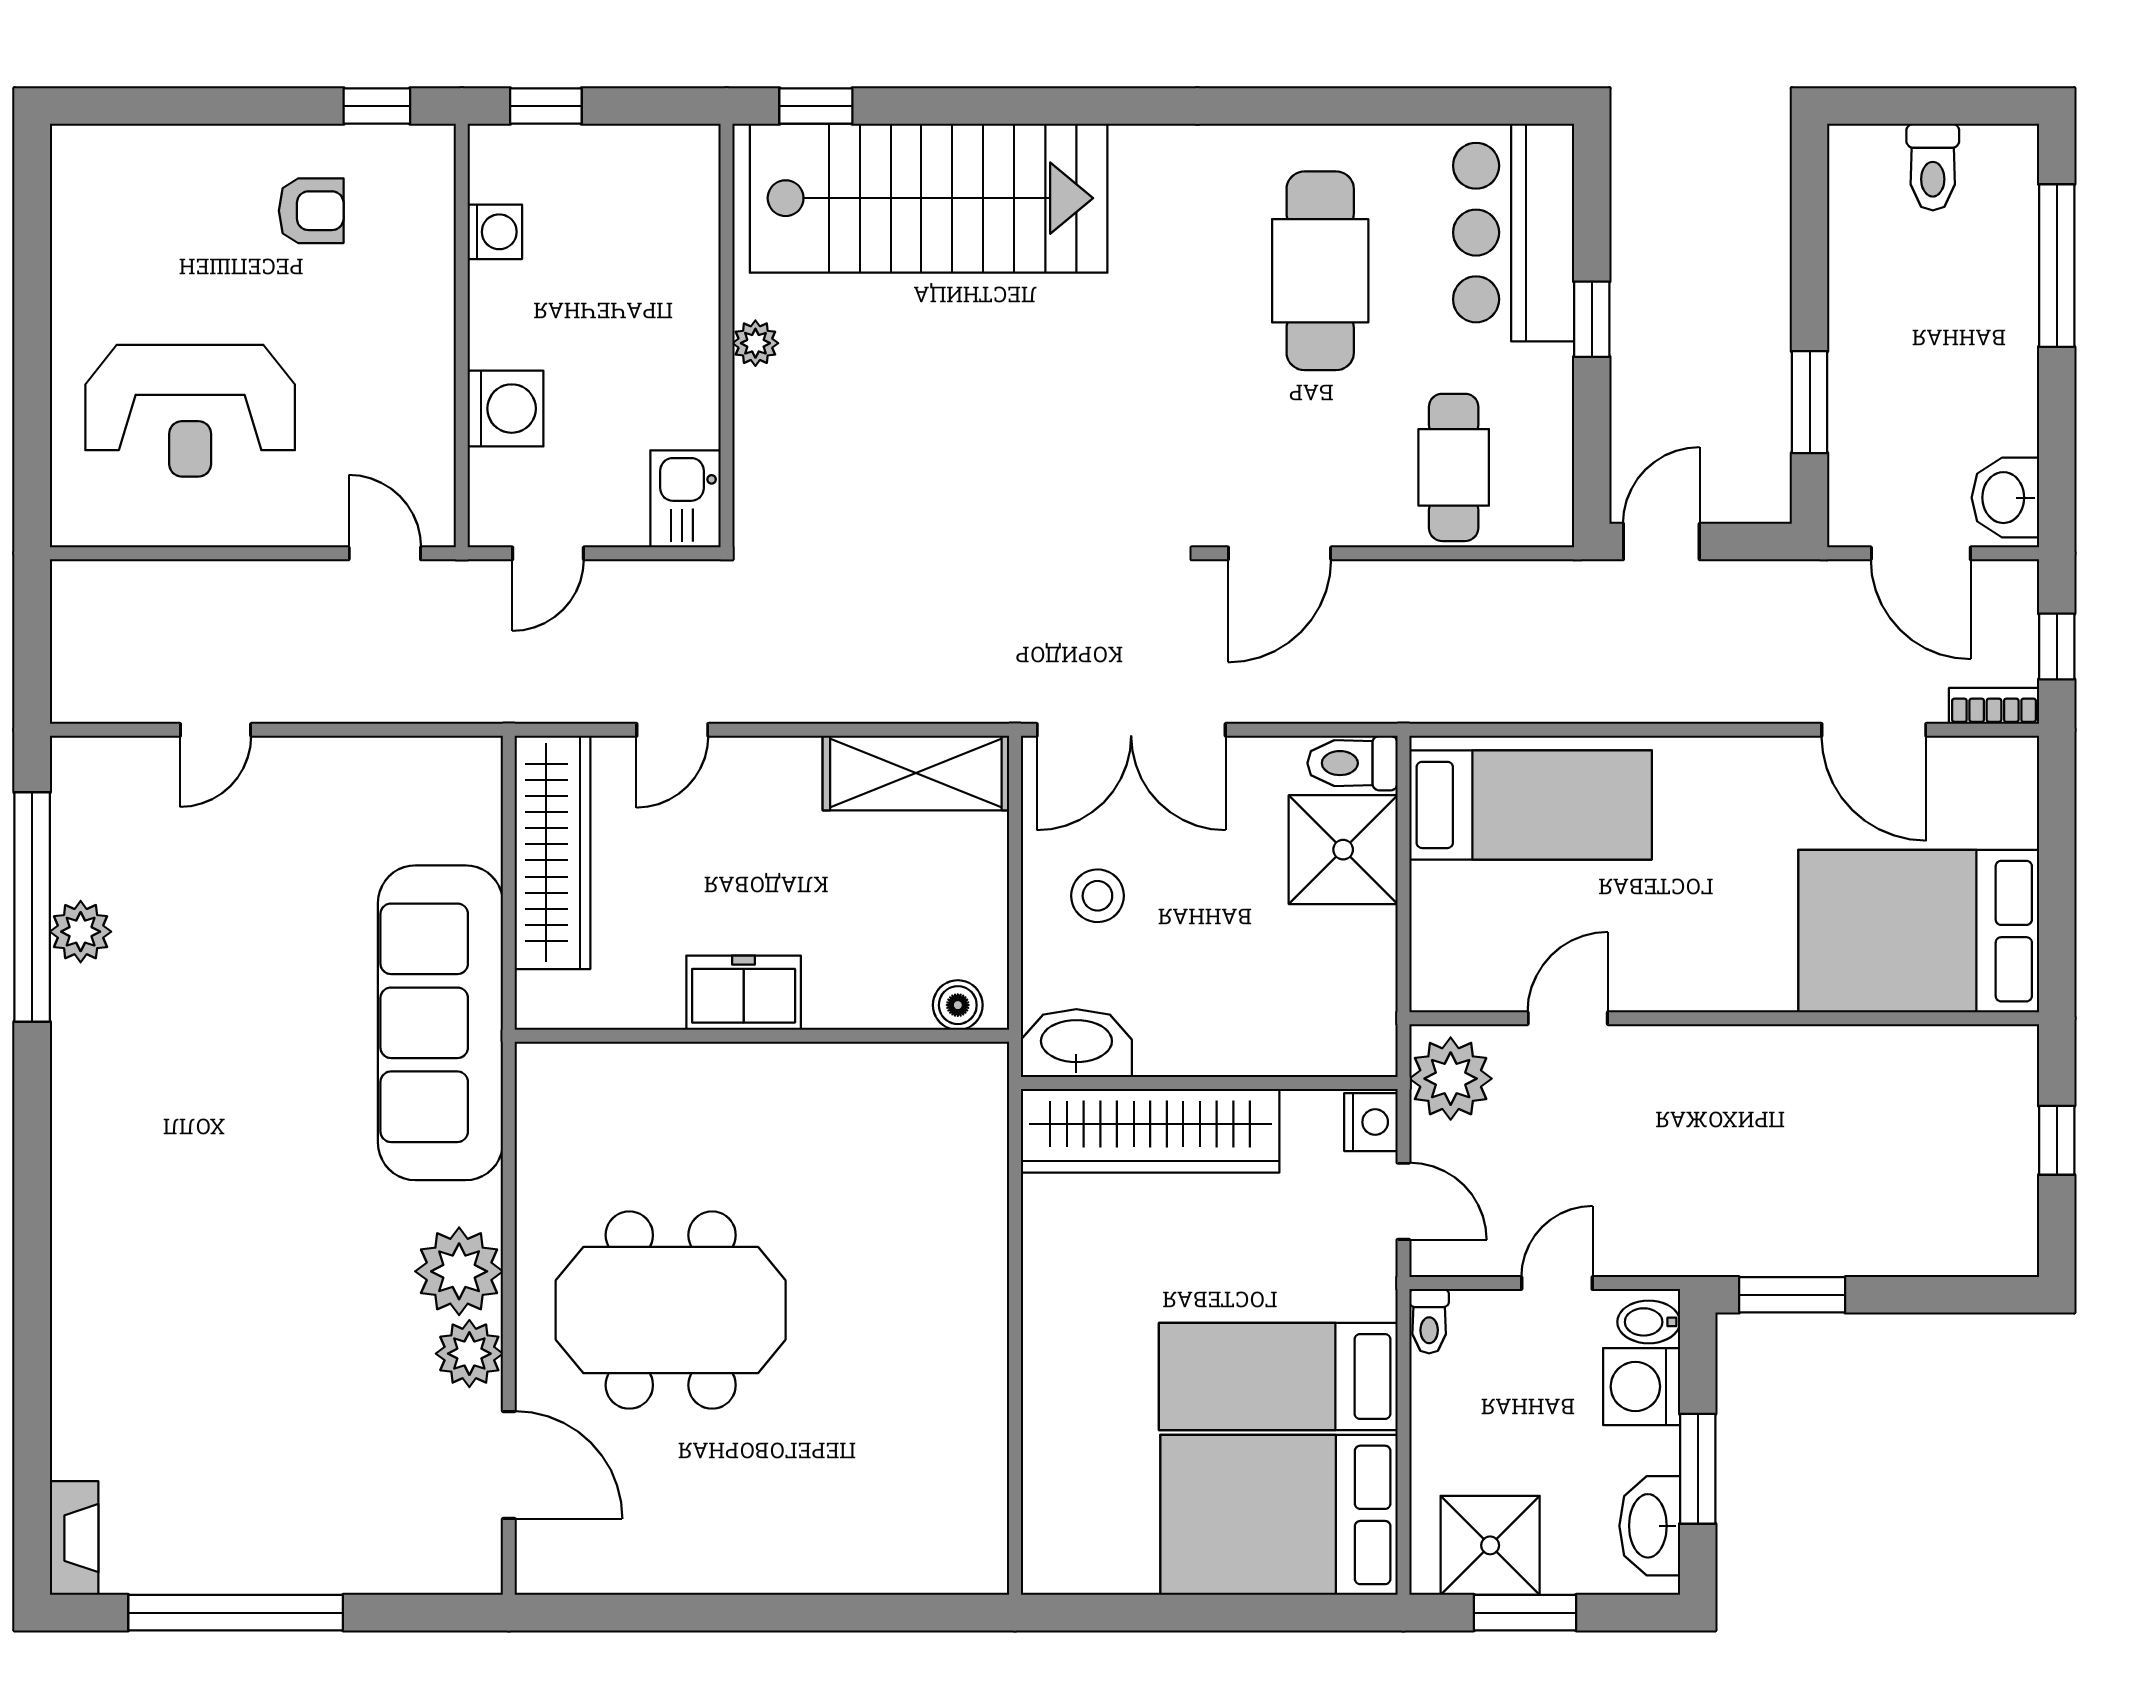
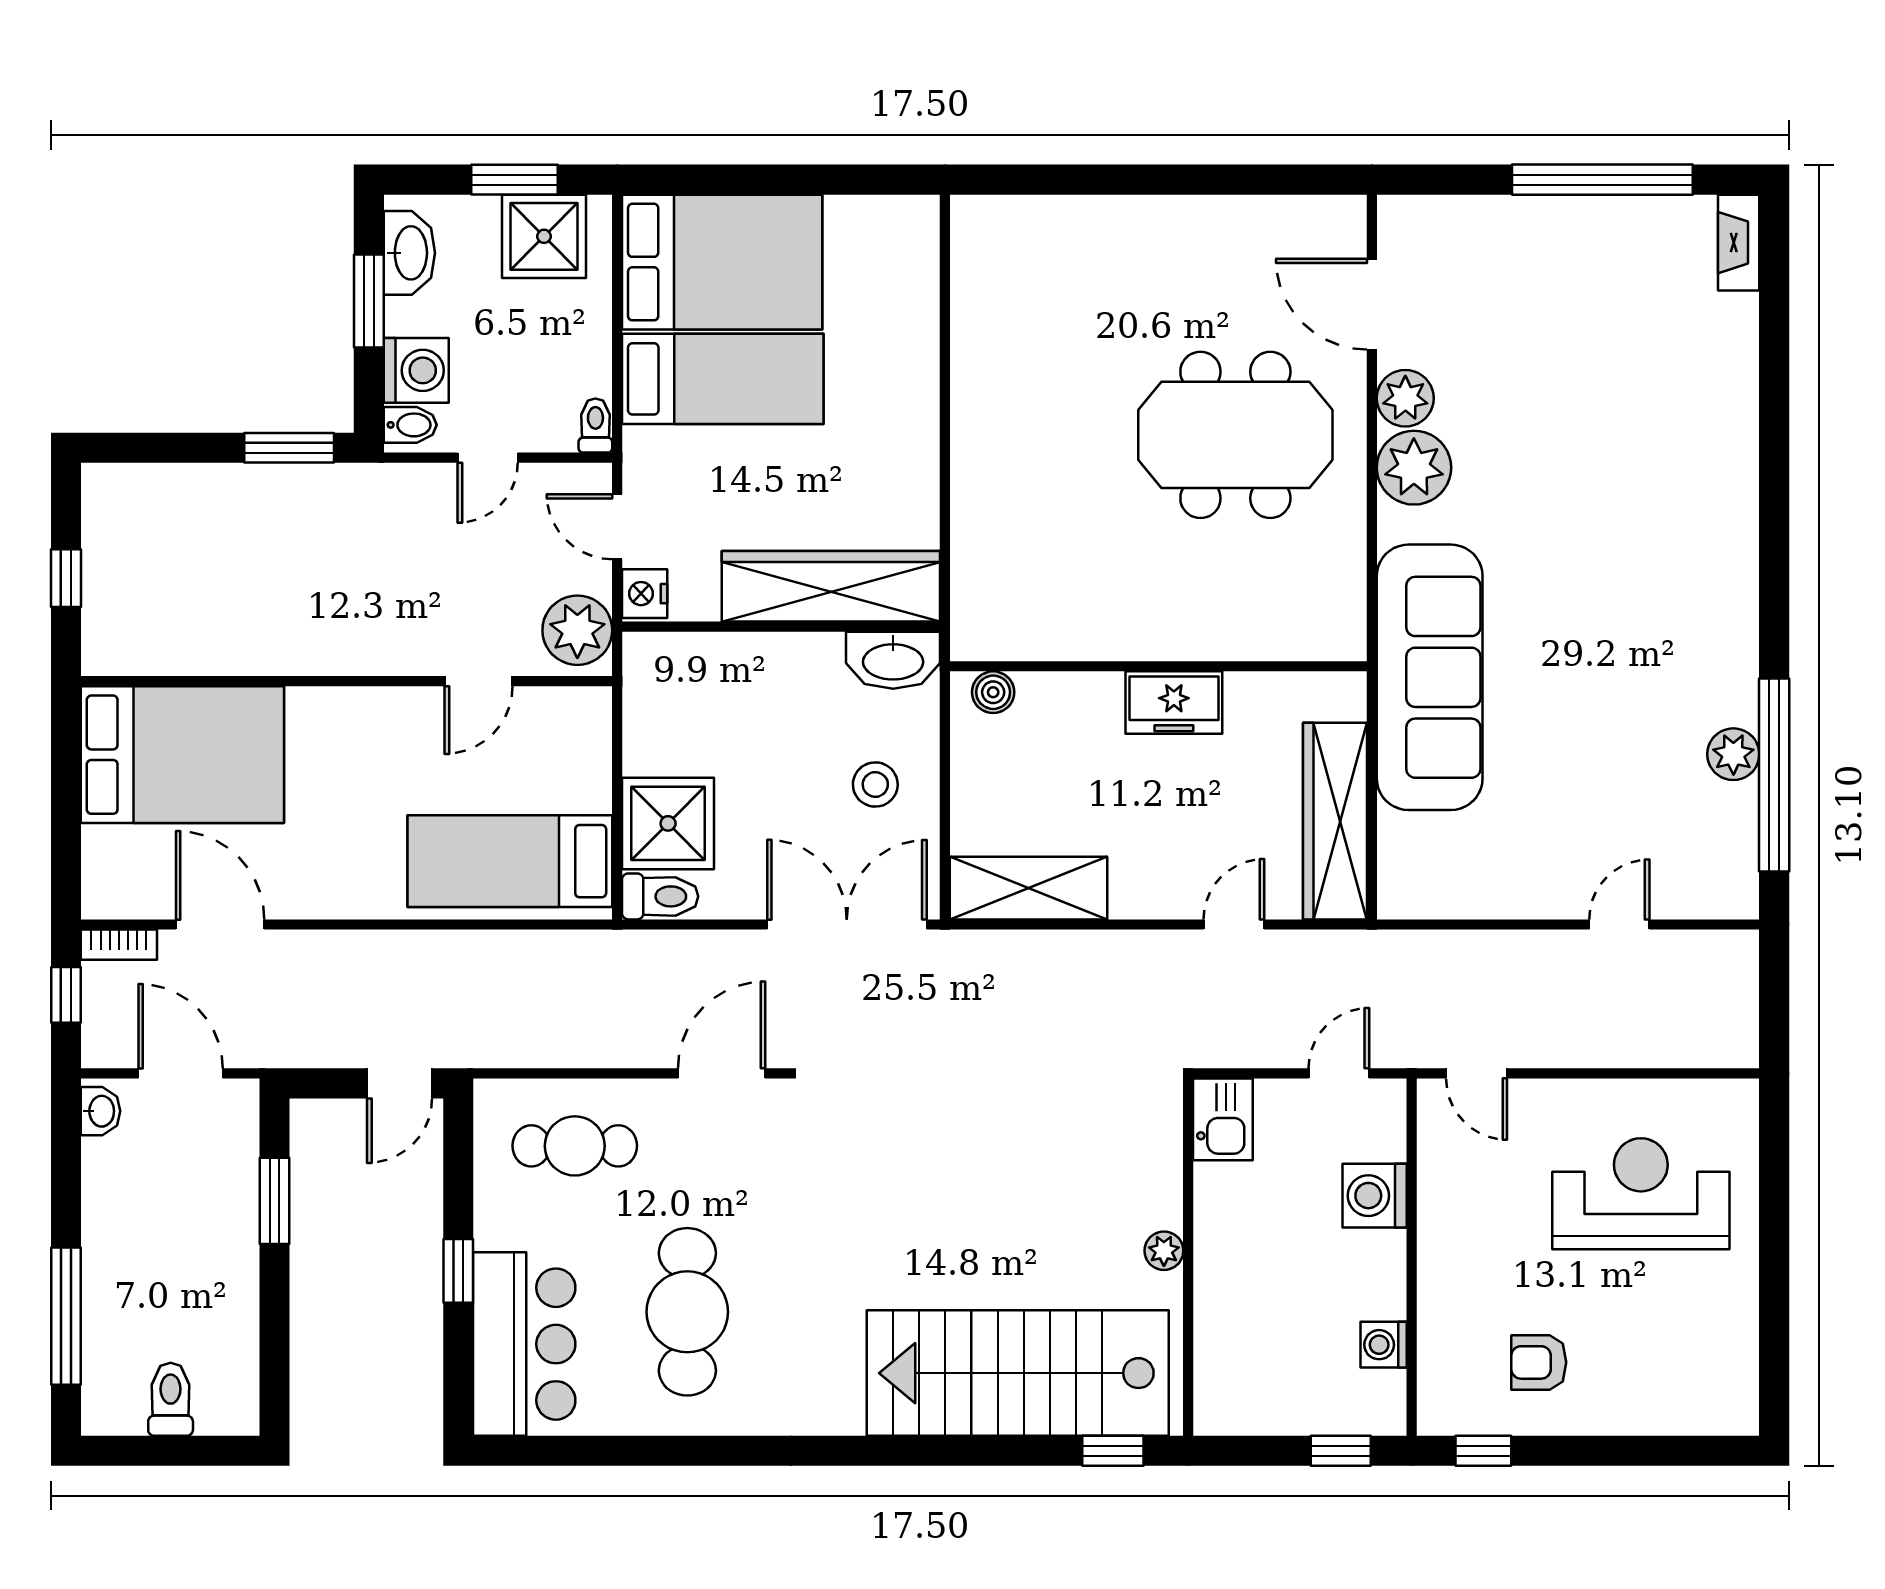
cafe table: (1454, 467) -> (575, 1146), turned 90
washbasin: (2005, 498) -> (100, 1111), width x0.72, depth x0.69

